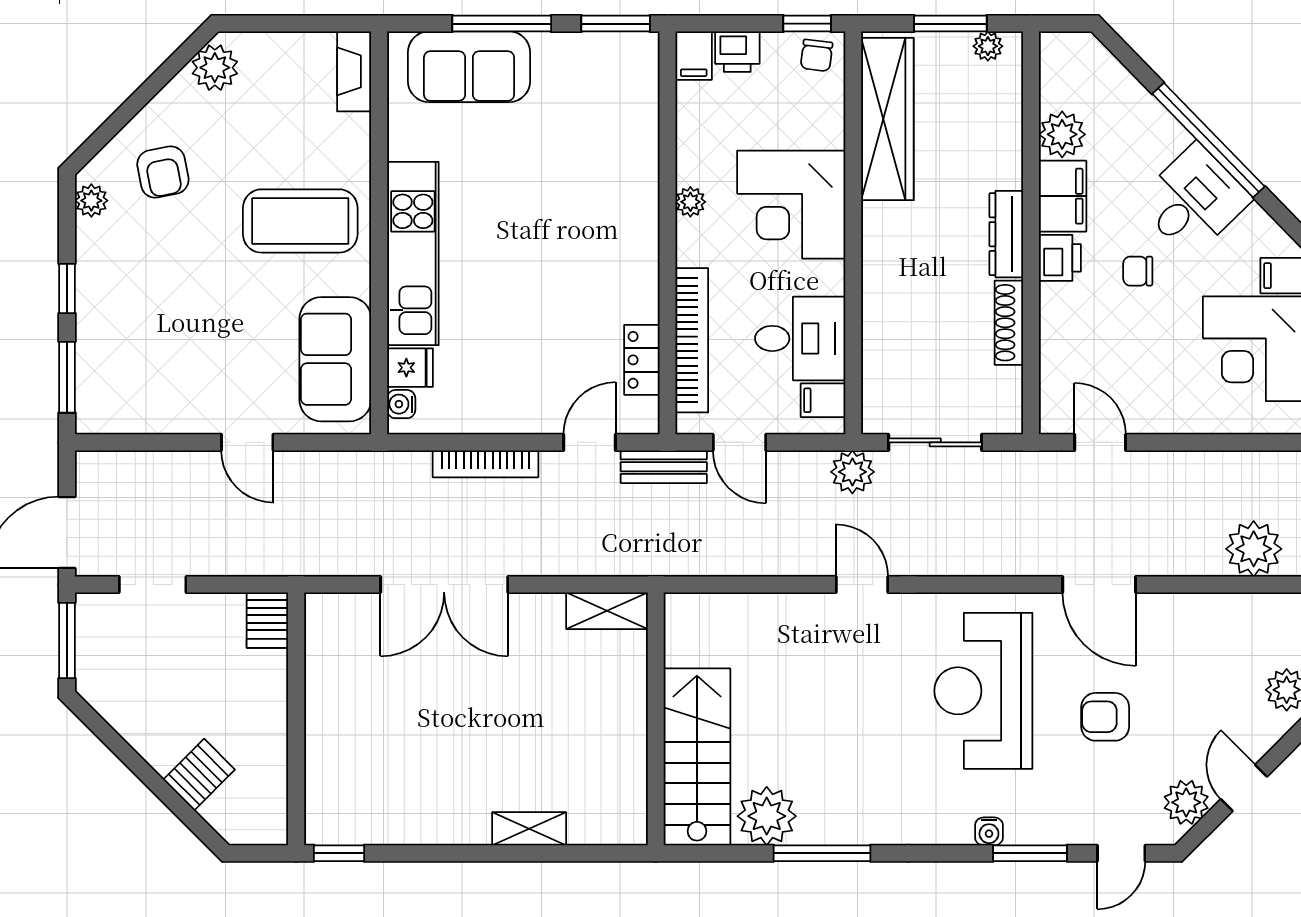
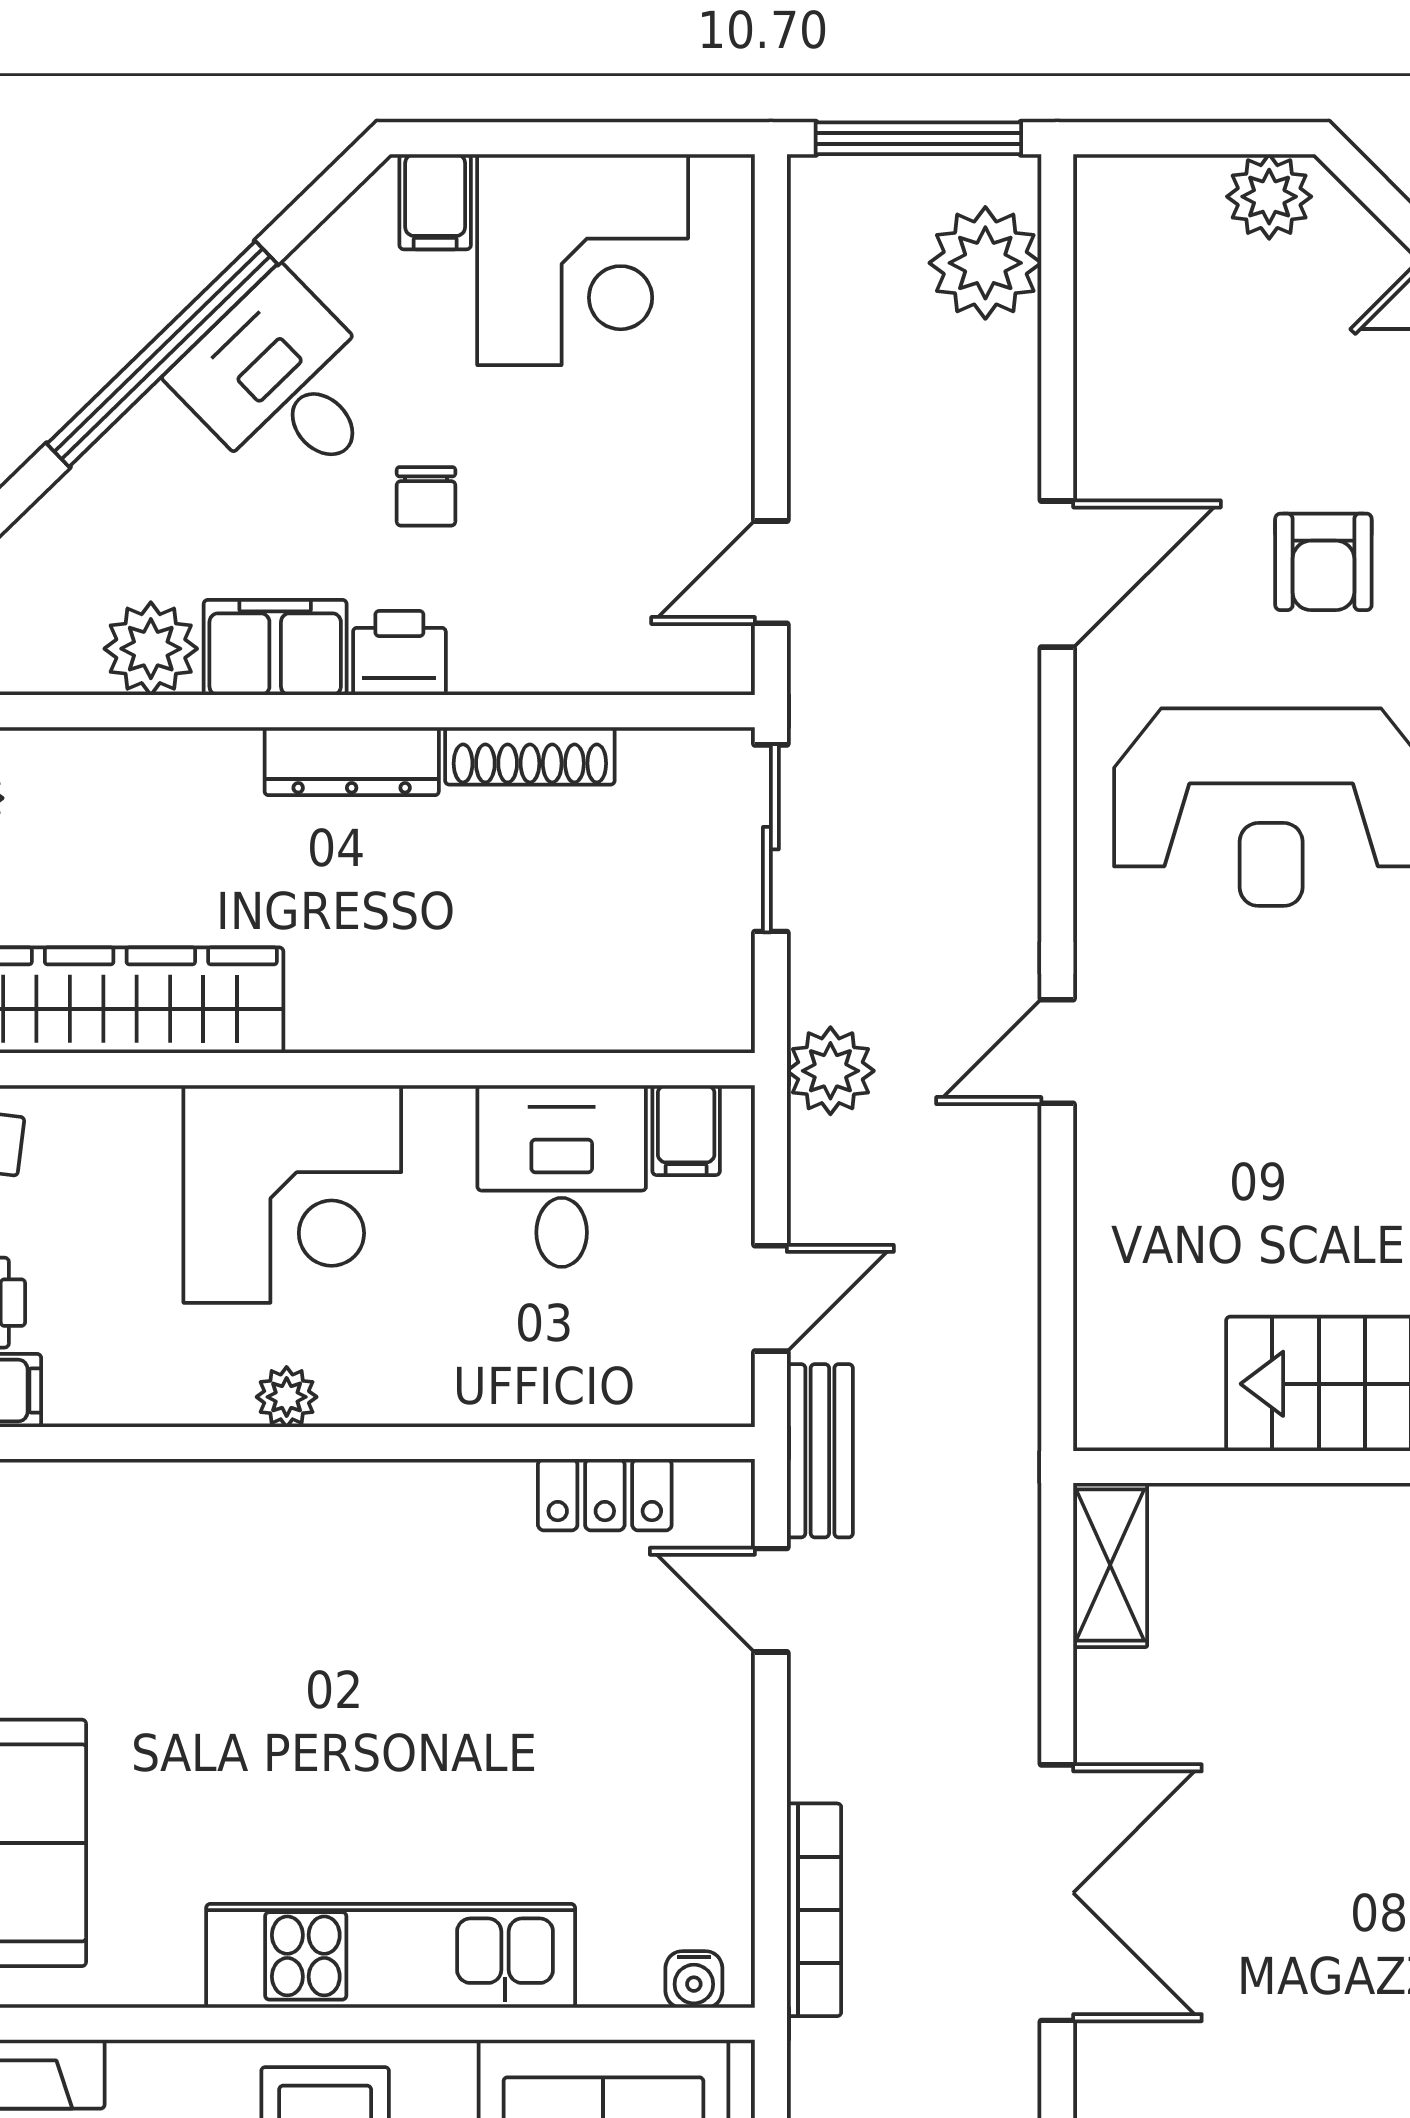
bookcase: (692, 340) -> (565, 1394), removed
fridge: (410, 368) -> (620, 1962), removed
sliding door: (935, 442) -> (771, 838), moved
bookcase: (485, 464) -> (814, 1910), moved

